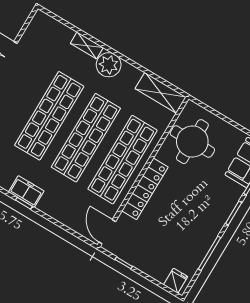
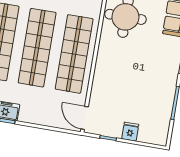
locker: (145, 189) -> (102, 71), removed
fridge: (176, 281) -> (130, 132), moved

